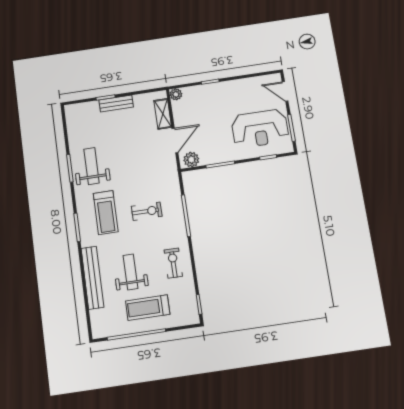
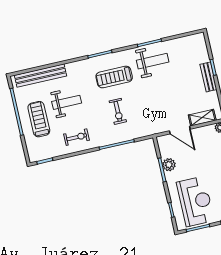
reception desk: (260, 129) -> (195, 201), turned 180
plant: (191, 160) -> (169, 165), moved
bench: (92, 278) -> (41, 76), moved

